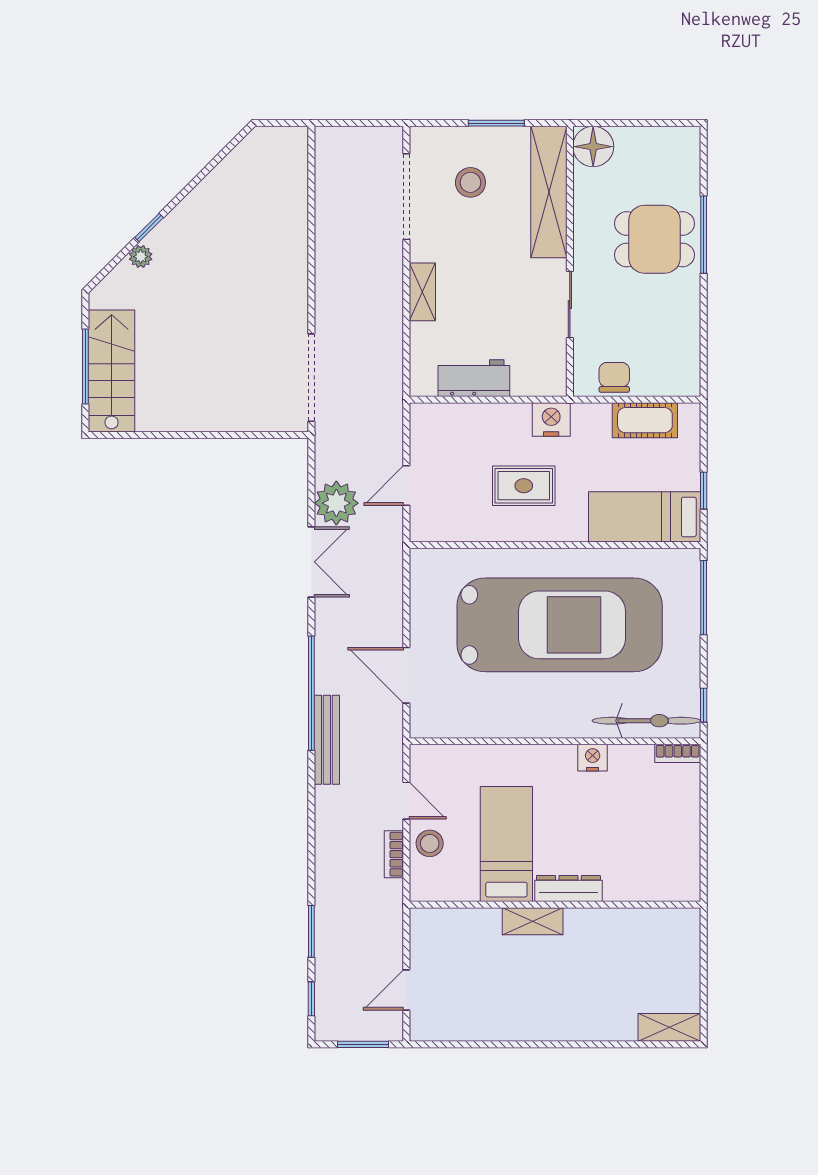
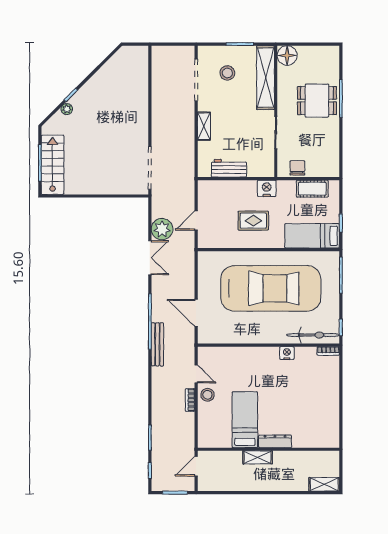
bed: (506, 844) -> (245, 420), moved
dresser: (568, 889) -> (275, 441), moved
wall: (555, 905) -> (268, 449), moved
shelving: (533, 921) -> (258, 457), moved

